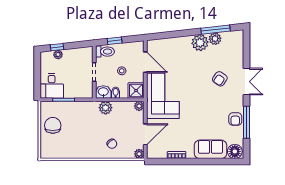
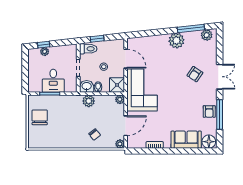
plant: (215, 39) -> (207, 35), moved
desk: (52, 86) -> (53, 81), moved

